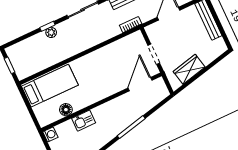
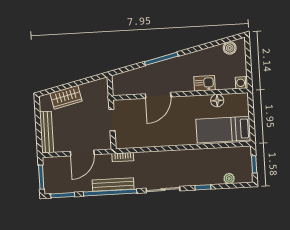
plant: (51, 32) -> (229, 178), moved
wardrobe: (189, 69) -> (66, 97), moved
door: (140, 84) -> (158, 95), moved

